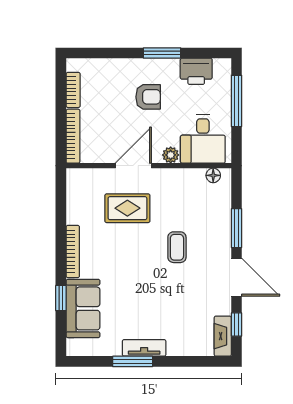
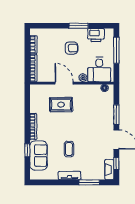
door: (133, 166) -> (64, 83), hinge flipped
coffee table: (177, 247) -> (69, 149), moved
window: (133, 361) -> (89, 182), moved

